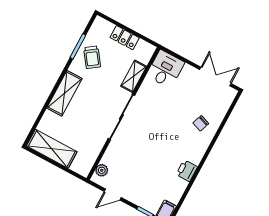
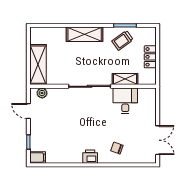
desk: (165, 69) -> (125, 101), moved, turned -90
shelving: (52, 149) -> (38, 65), moved
printer: (187, 171) -> (90, 157), moved

